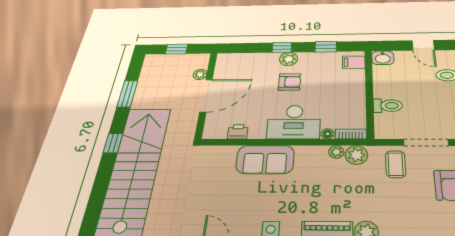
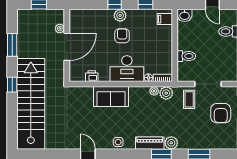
armchair: (290, 82) -> (122, 36), turned -90

